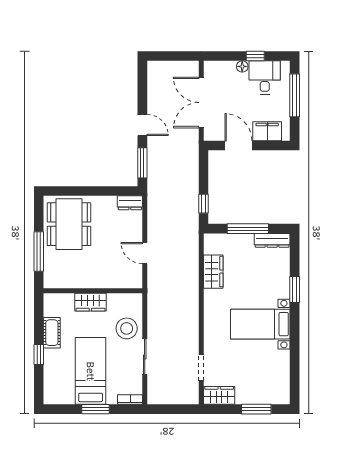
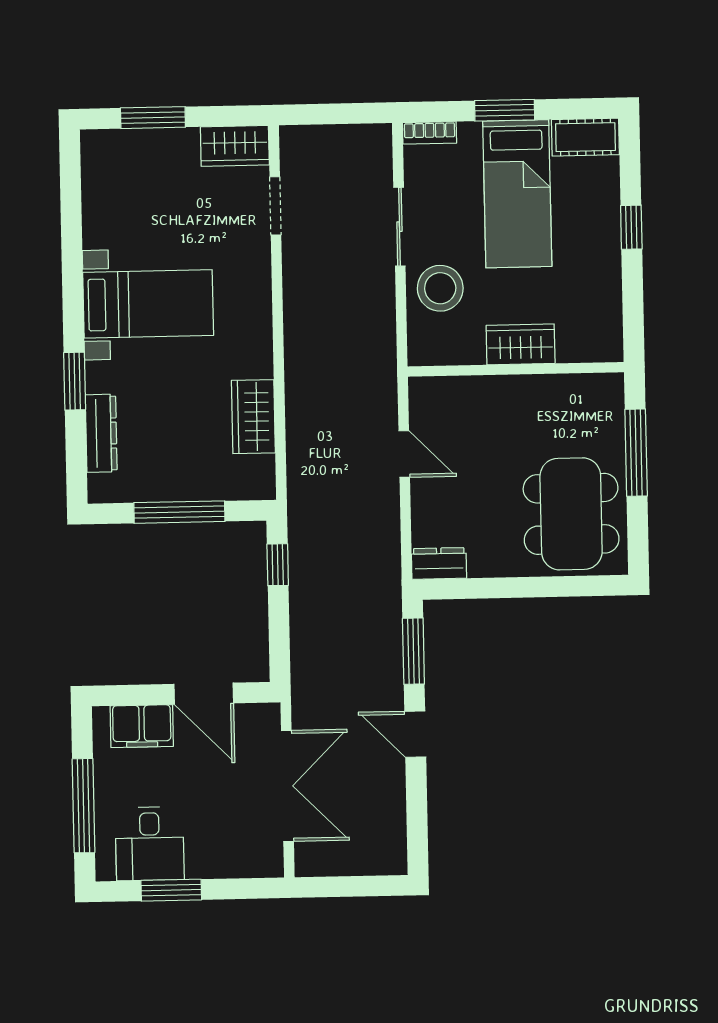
window: (255, 56) -> (171, 890), width x1.50
floor lamp: (242, 66) -> (199, 867), removed
dresser: (272, 240) -> (101, 433), moved, turned 90
cot: (52, 333) -> (585, 137), moved, turned 90

